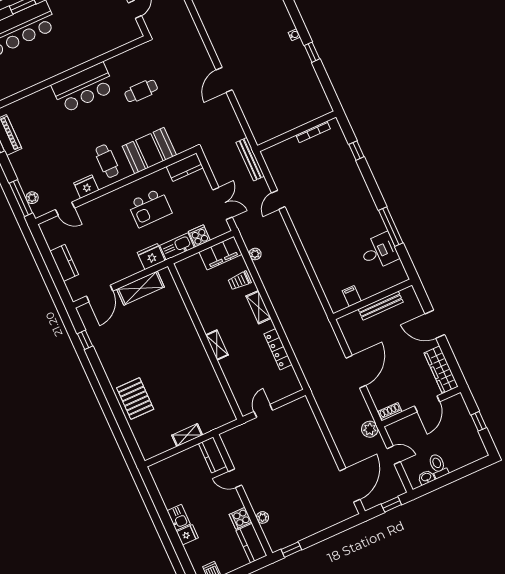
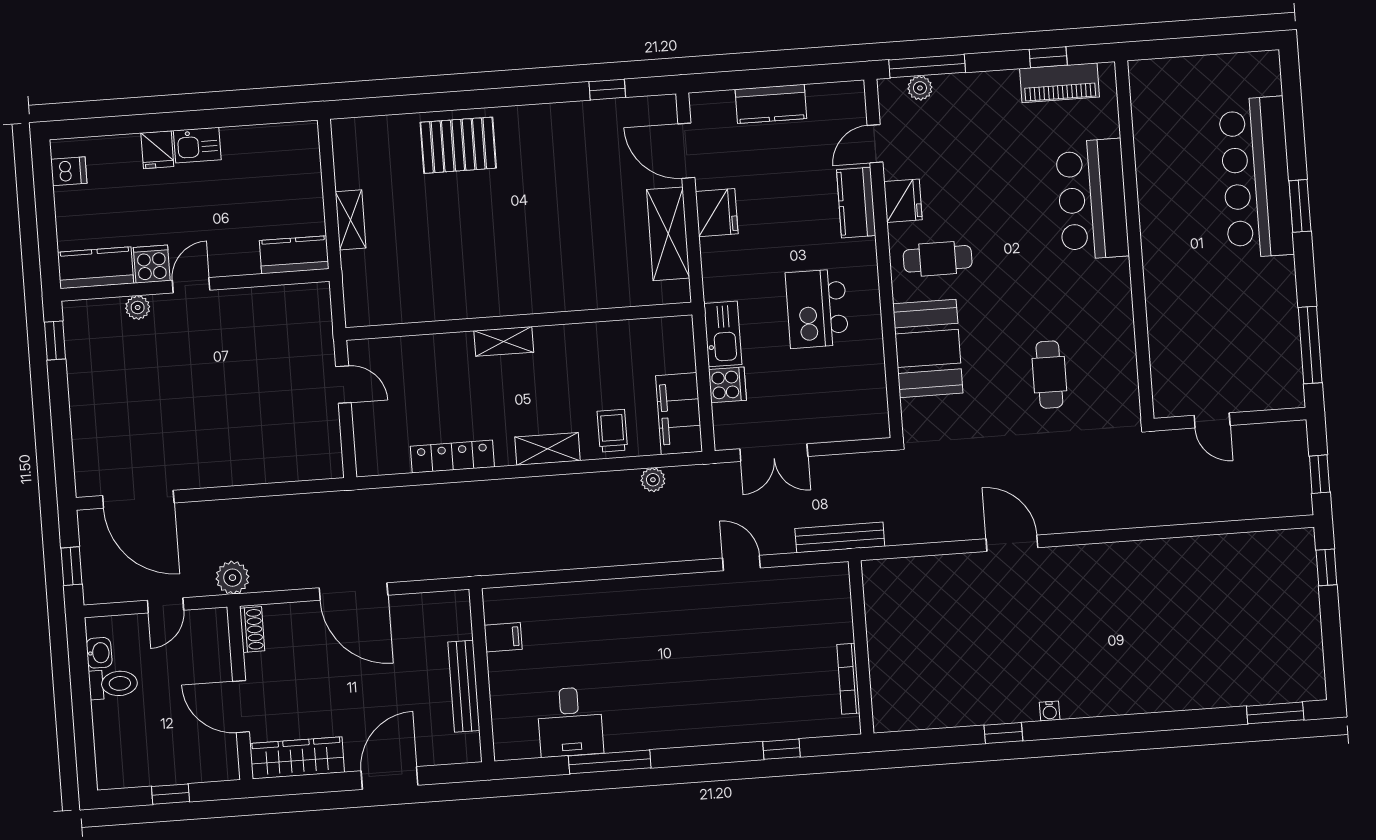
bar counter: (83, 87) -> (1092, 199), moved
kitchen counter: (185, 167) -> (856, 203), moved
fridge: (151, 257) -> (717, 213), moved
door: (235, 478) -> (191, 285), moved

